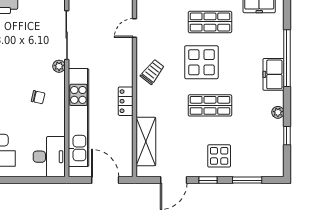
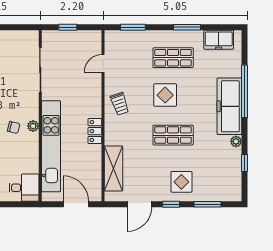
display table: (201, 62) -> (165, 95), width x0.73, depth x0.73
plant: (59, 66) -> (33, 126), moved
trolley: (152, 72) -> (120, 104), turned 123
freezer: (273, 74) -> (229, 106), width x1.91, depth x1.26
desk: (49, 157) -> (24, 188), width x0.73

